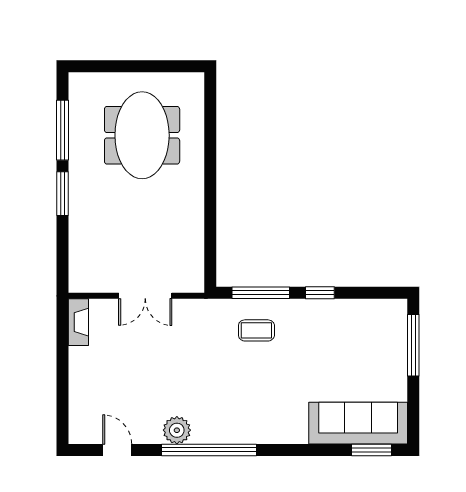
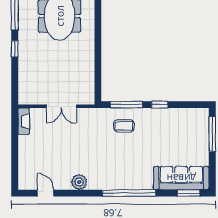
window: (62, 194) -> (15, 49), width x0.67
window: (209, 450) -> (129, 193), moved

